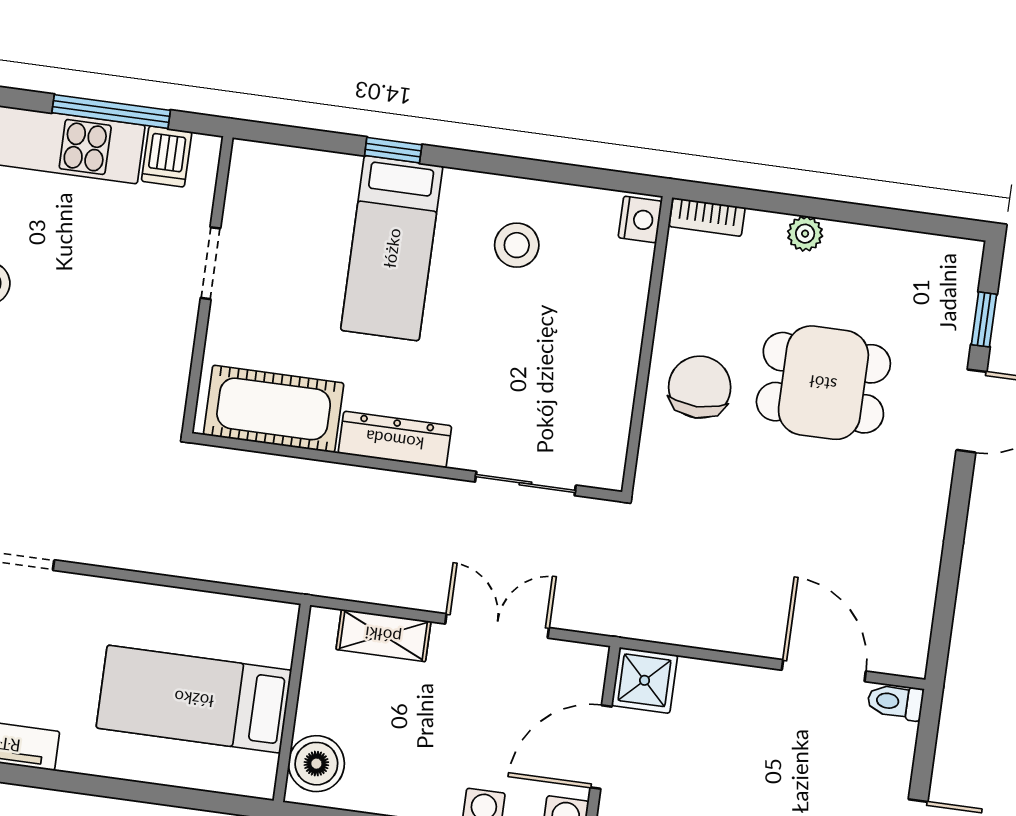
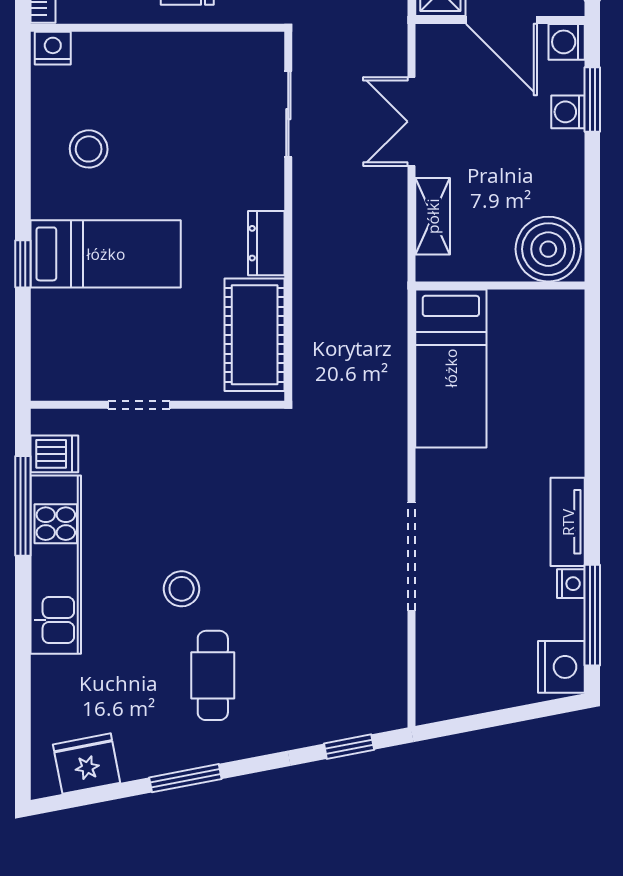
dresser: (395, 440) -> (266, 243), width x0.70
bed: (194, 699) -> (451, 368), moved
boiler: (316, 764) -> (548, 249), width x1.37, depth x1.37

